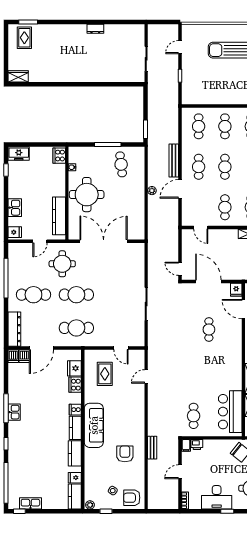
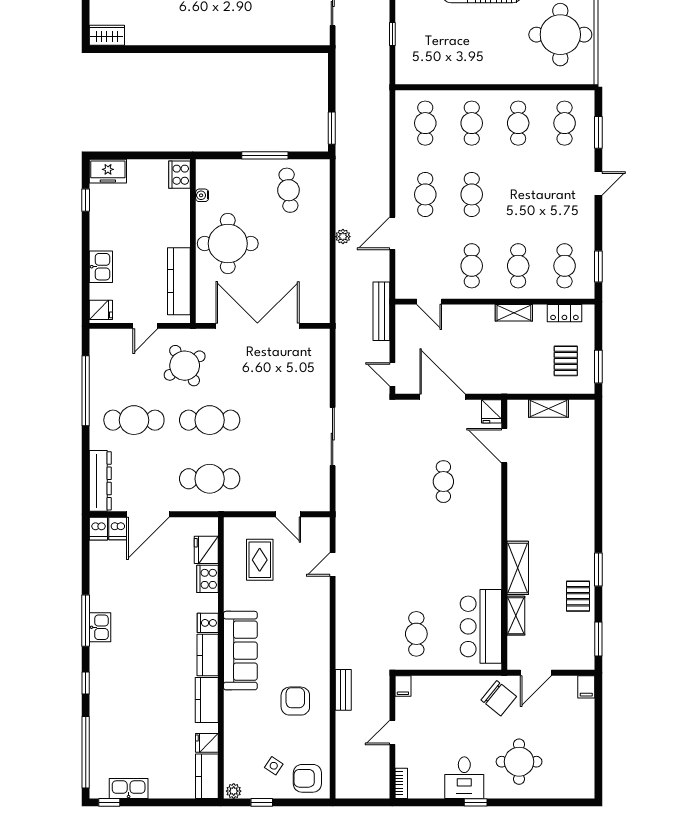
bench: (174, 161) -> (381, 311), moved
round table: (62, 264) -> (185, 366), turned -32
printer: (197, 445) -> (422, 685), removed
desk: (217, 497) -> (464, 778), width x0.73

